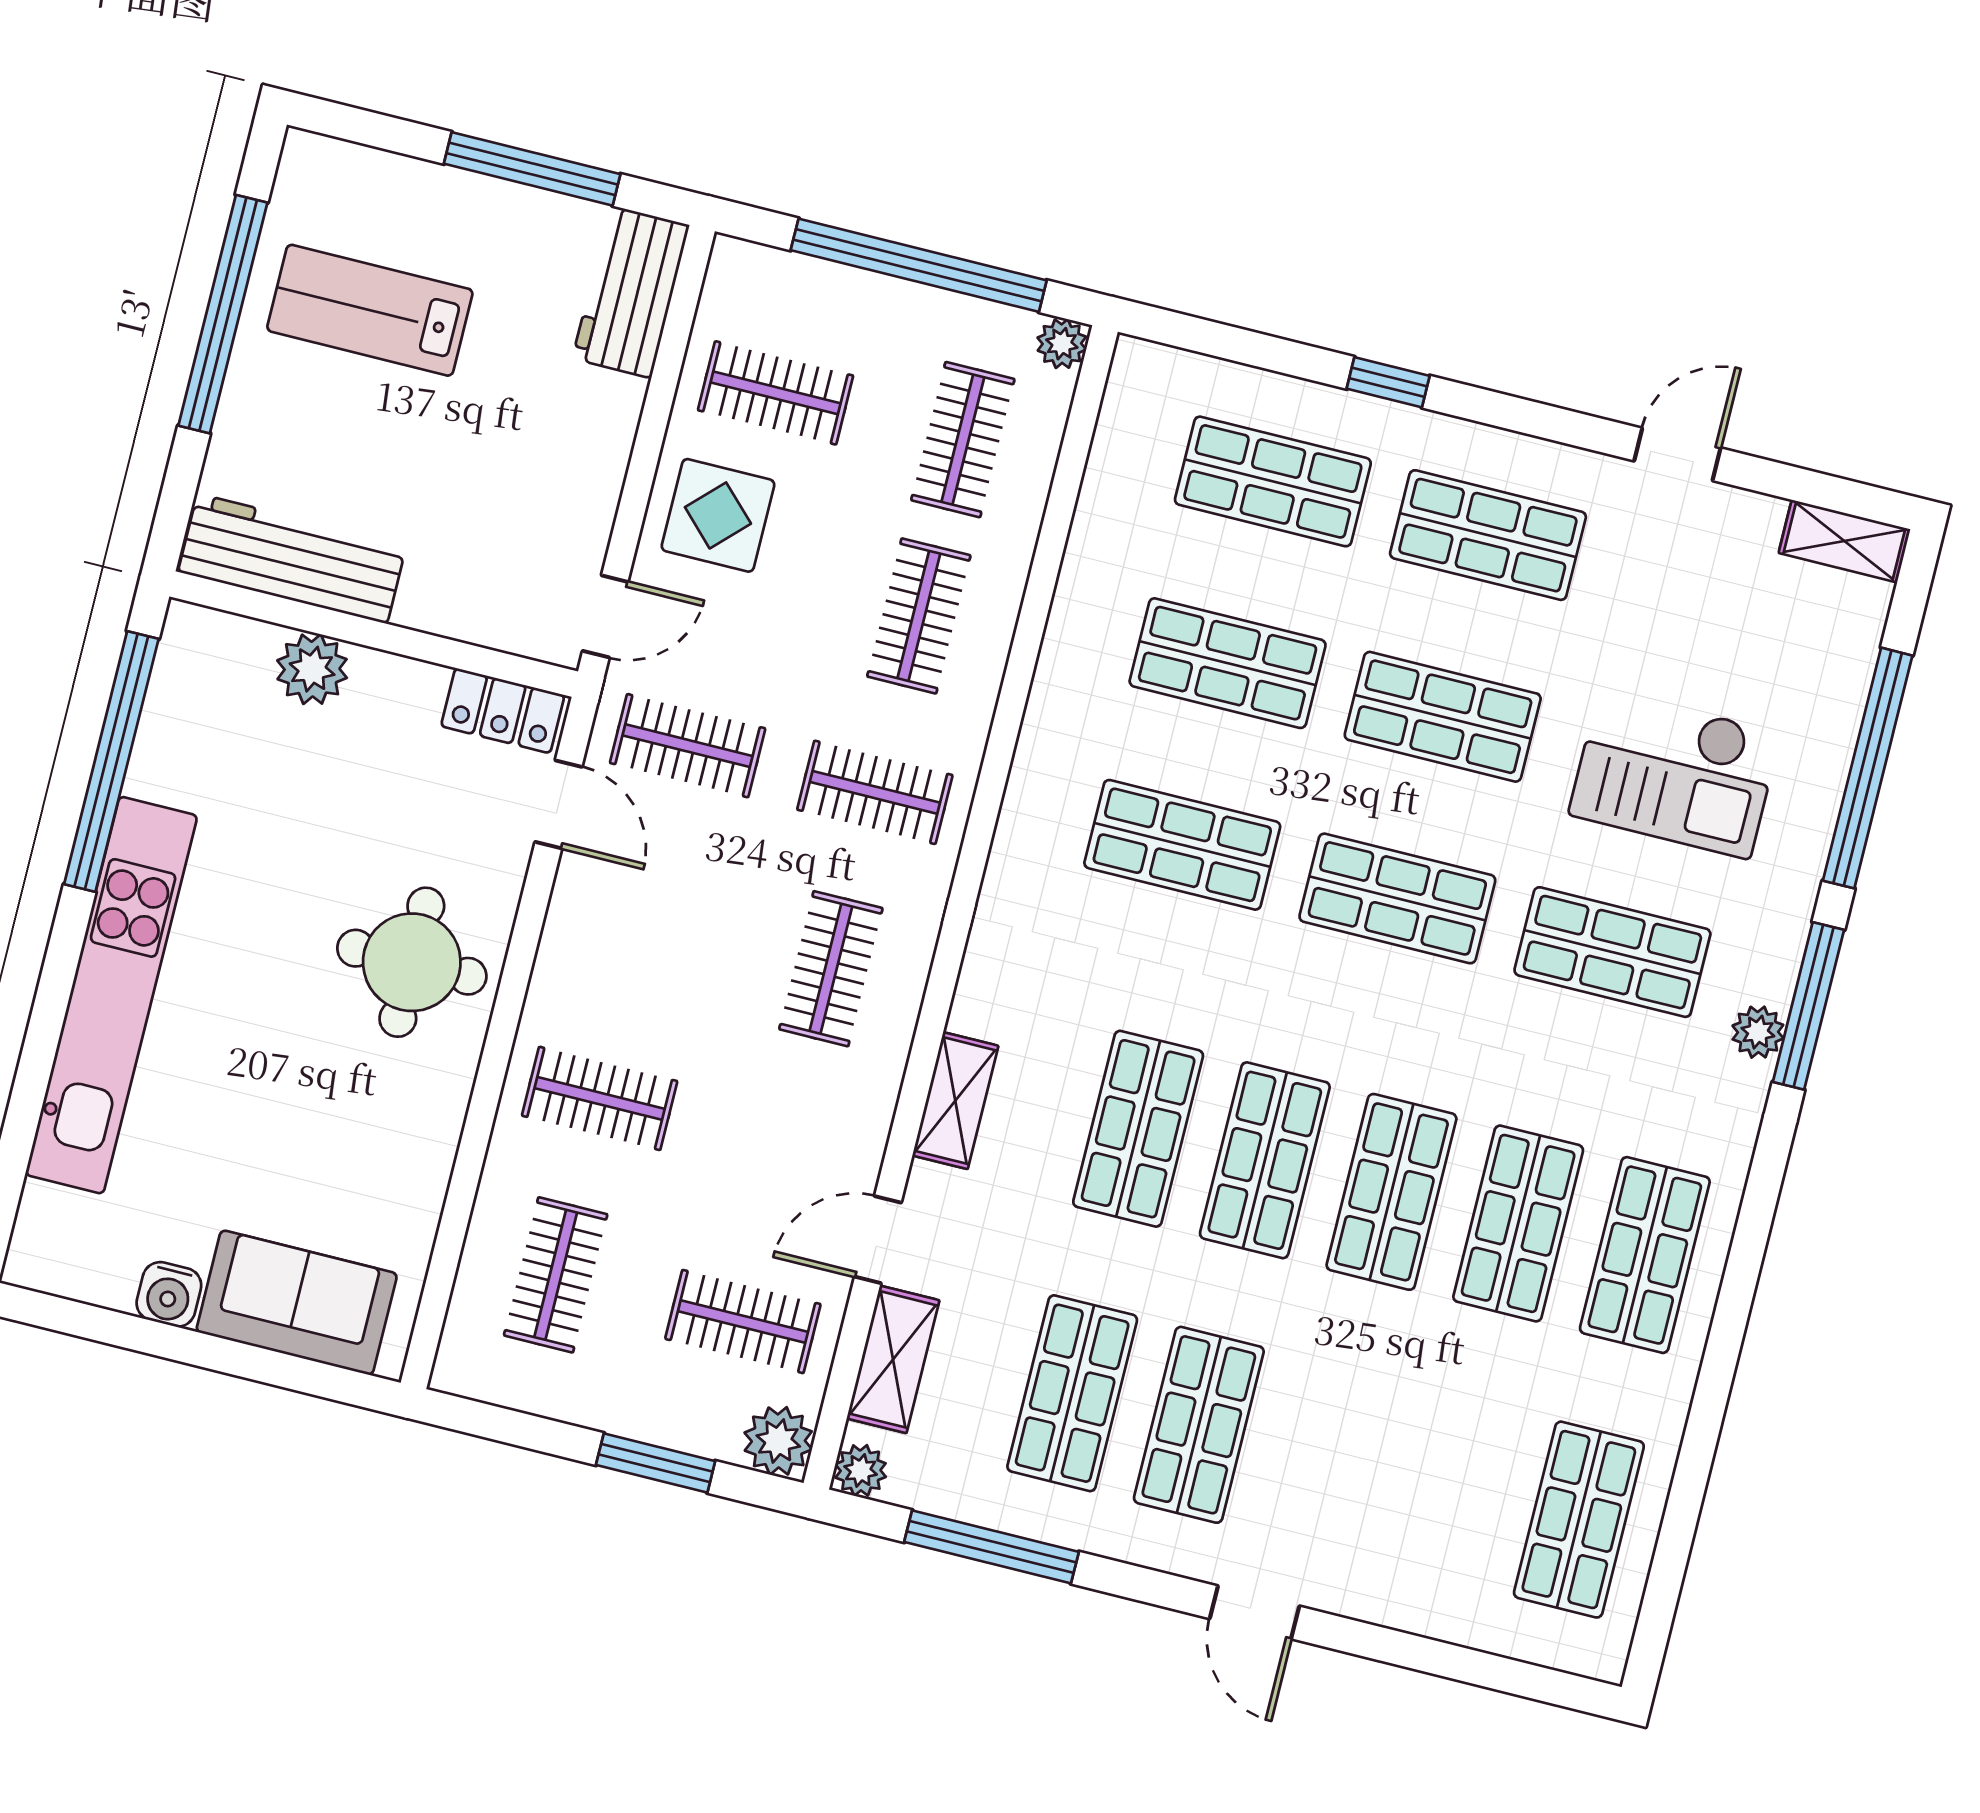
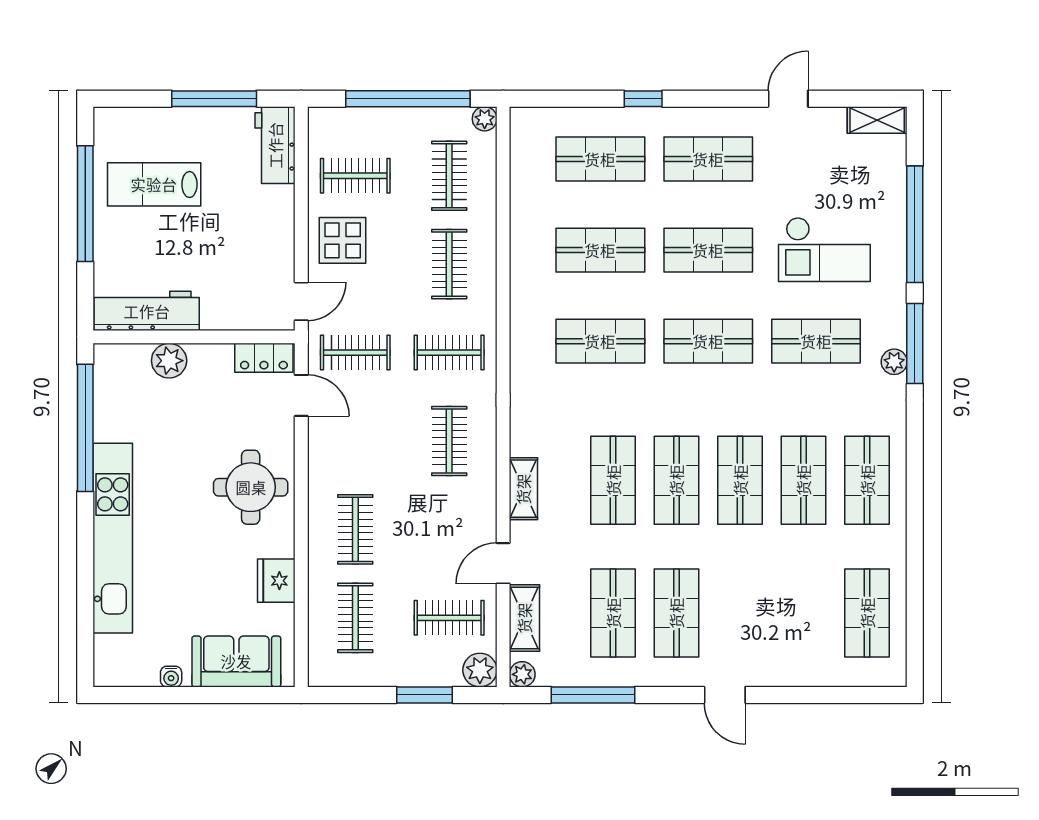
clothes rail: (600, 1098) -> (355, 529), turned 90
fridge: (417, 1161) -> (276, 581), added
water cooler: (169, 1294) -> (171, 677), width x0.72, depth x0.72

